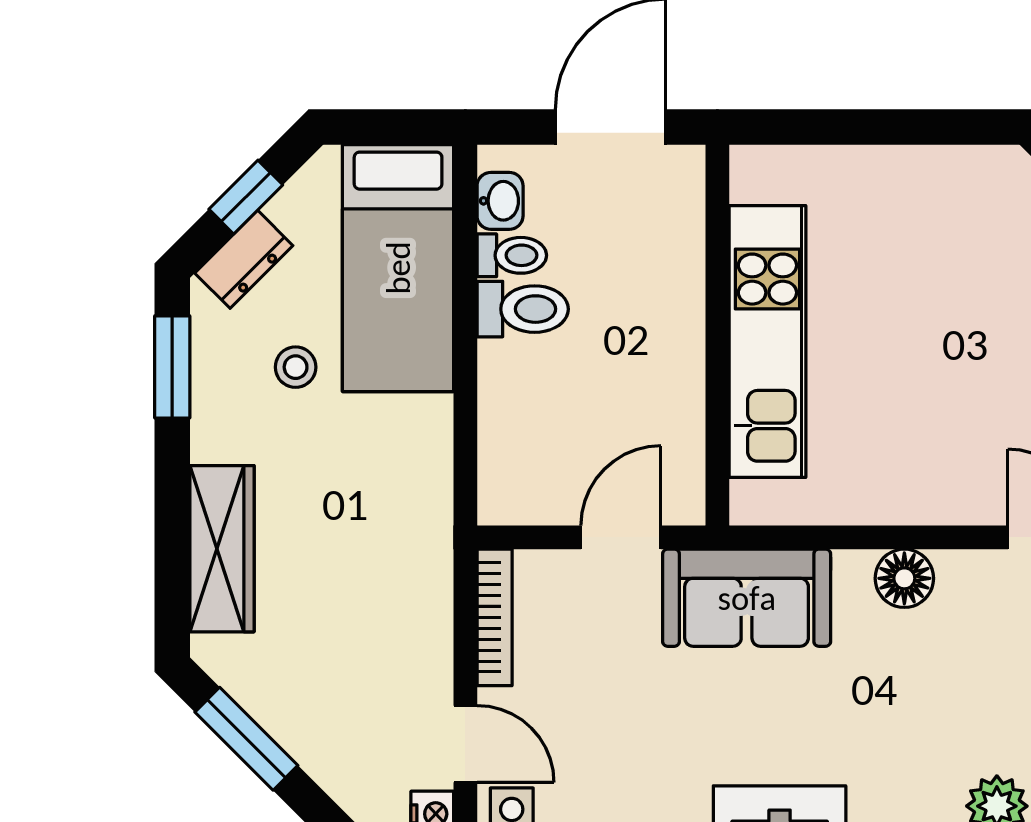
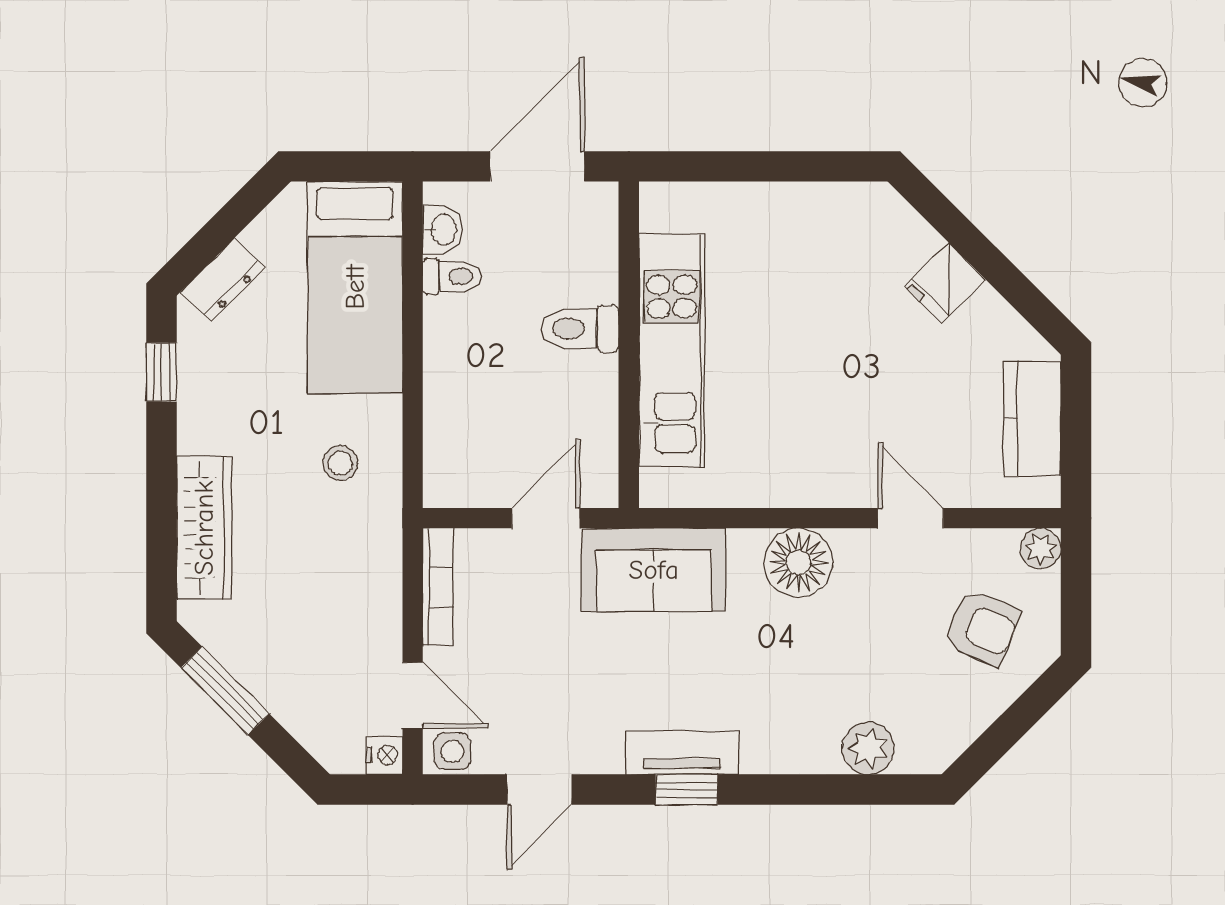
window: (246, 197) -> (224, 226), removed
toilet: (523, 309) -> (580, 329), moved, turned 180
window: (172, 367) -> (161, 372), width x0.67
stool: (296, 367) -> (340, 463), moved
floor lamp: (904, 578) -> (798, 563), width x1.38, depth x1.38

